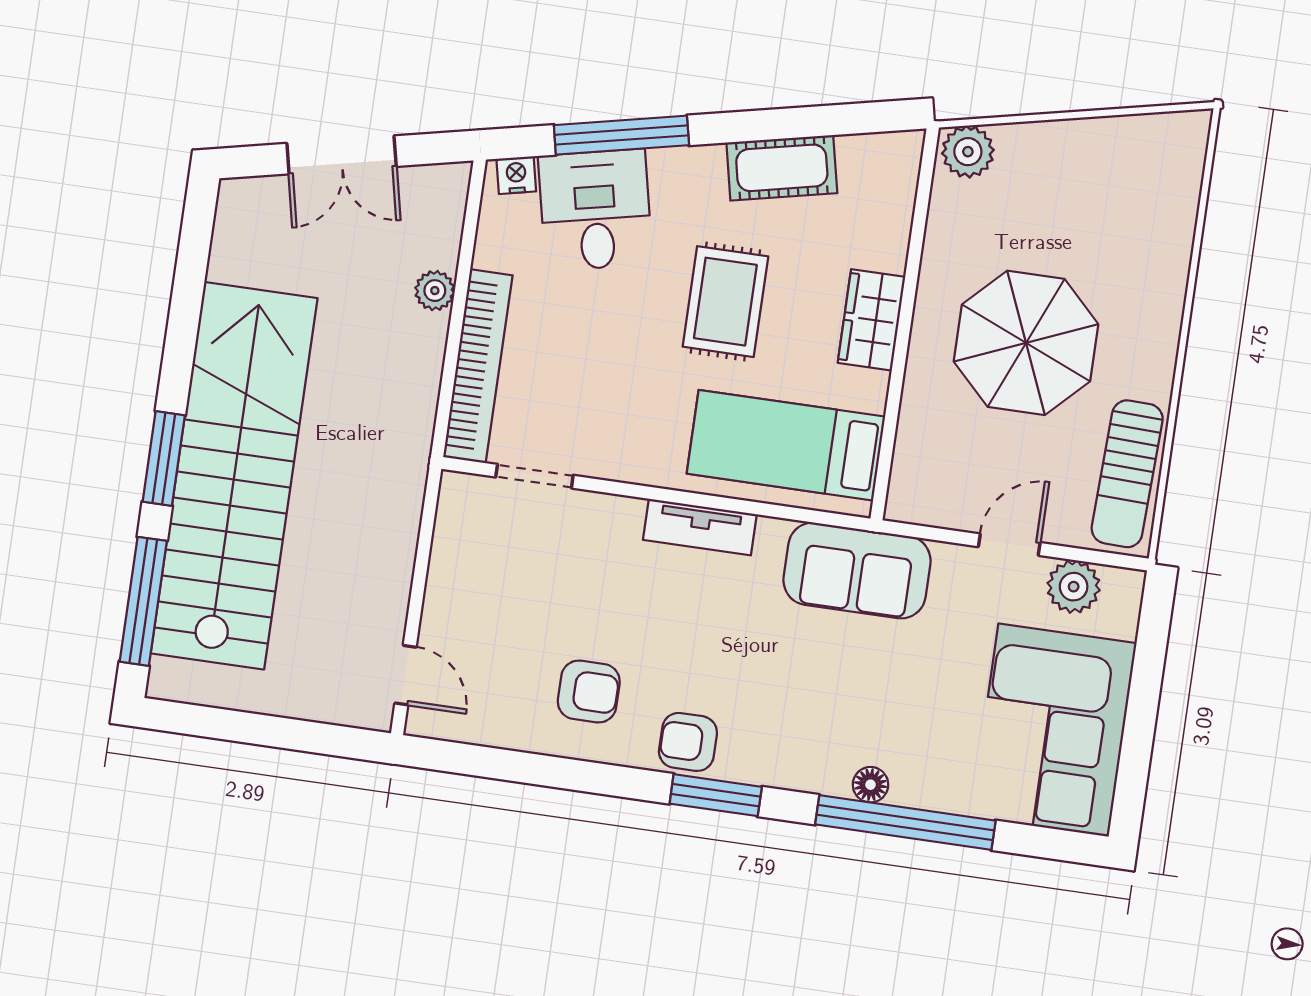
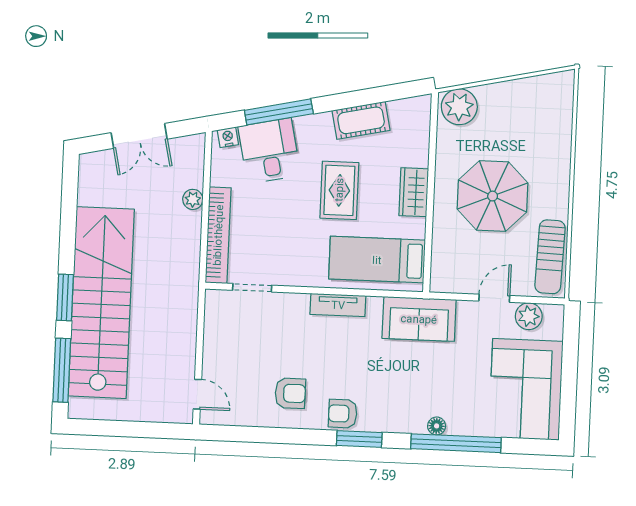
plant: (968, 152) -> (459, 107), width x1.36, depth x1.36

